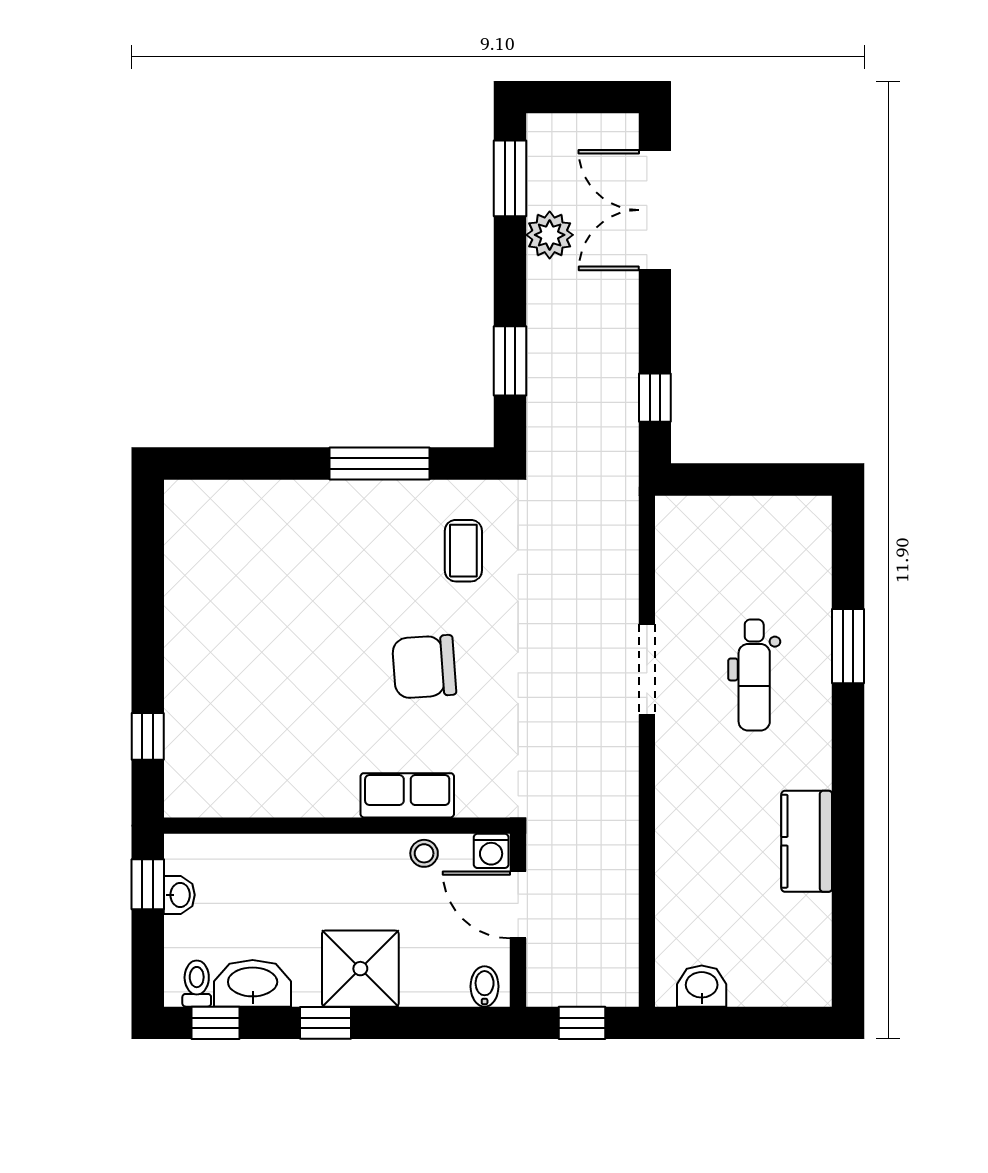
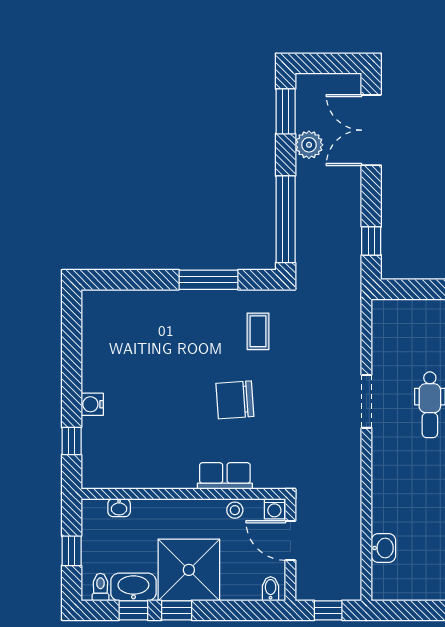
window: (510, 361) -> (286, 219), width x2.11
water cooler: (183, 674) -> (92, 404), added
window: (148, 884) -> (72, 551), moved
washbasin: (179, 895) -> (119, 508), moved, turned 90
shower: (360, 969) -> (189, 570), width x1.37, depth x1.37
washbasin: (702, 986) -> (383, 548), moved, turned 90
window: (216, 1023) -> (133, 610), moved

